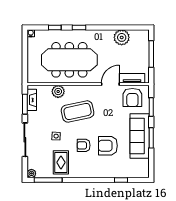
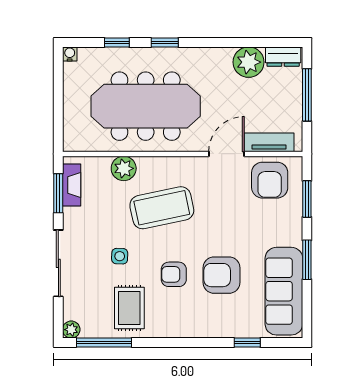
dresser: (139, 35) -> (283, 57), added
sofa: (140, 136) -> (284, 291), moved

